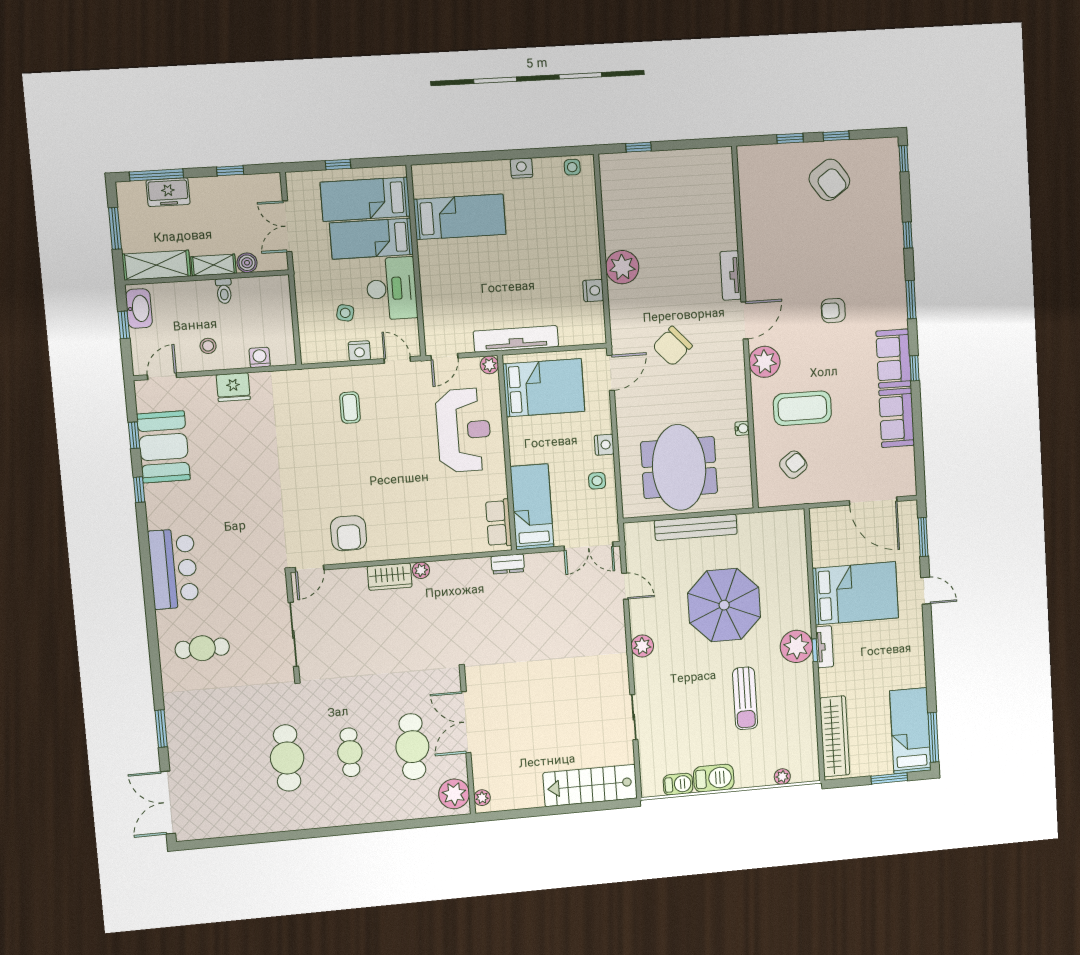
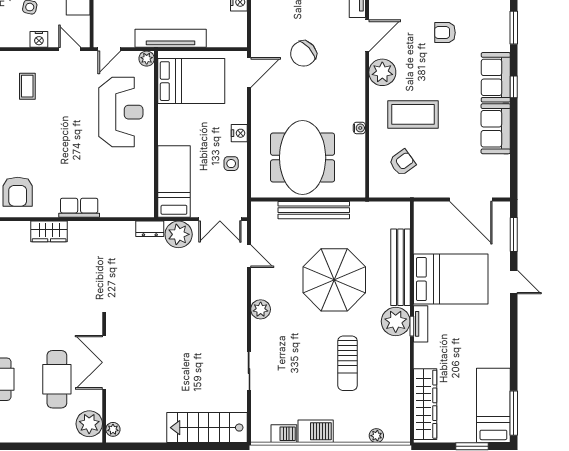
row of seats: (499, 523) -> (79, 208), moved, turned 90
plant: (421, 570) -> (179, 234), moved, width x1.87, depth x1.87
bench: (798, 585) -> (400, 267), added

